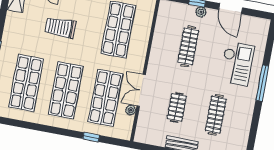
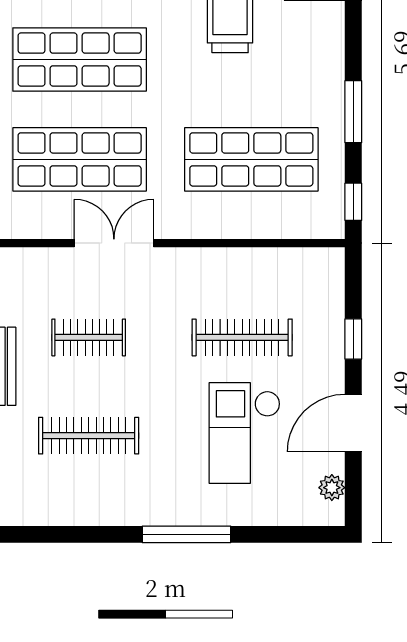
plant: (201, 12) -> (332, 488), moved
checkout: (237, 64) -> (245, 433), moved, turned 90
plant: (131, 110) -> (61, 226), removed

